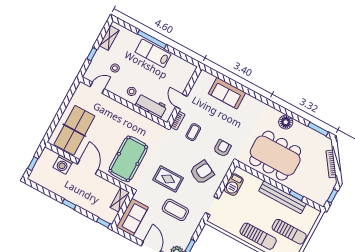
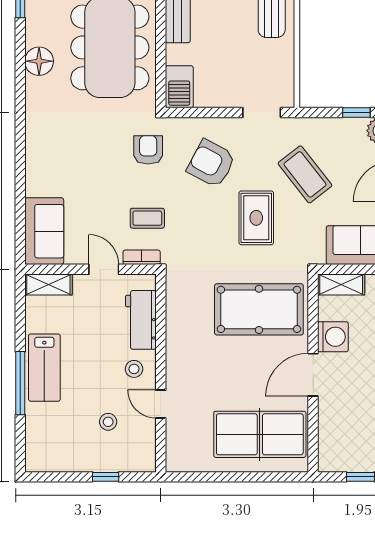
shelving: (109, 38) -> (48, 285), moved
door: (97, 88) -> (161, 404), moved
sofa: (227, 93) -> (44, 231), moved
door: (181, 102) -> (104, 269), swing flipped
armchair: (222, 148) -> (148, 150), turned 90
washing machine: (63, 164) -> (333, 337), moved
barbecue: (234, 185) -> (179, 87), moved, turned 90
coffee table: (175, 210) -> (305, 174), turned -38

